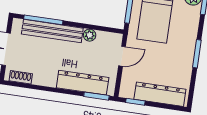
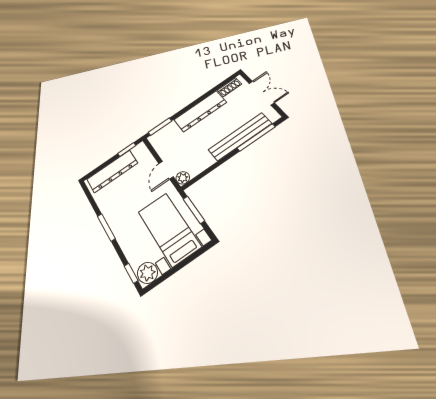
plant: (90, 35) -> (183, 178), moved
dresser: (83, 83) -> (200, 111), moved

